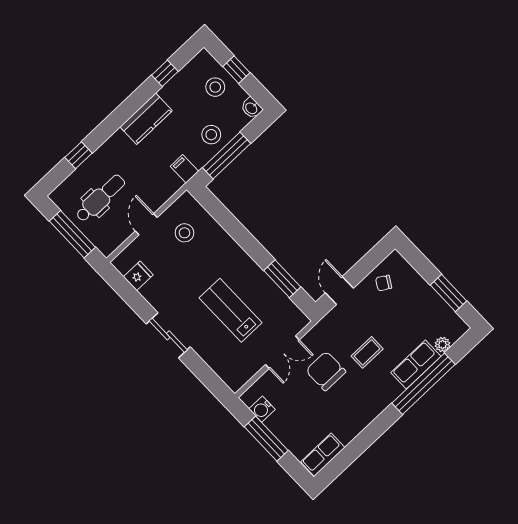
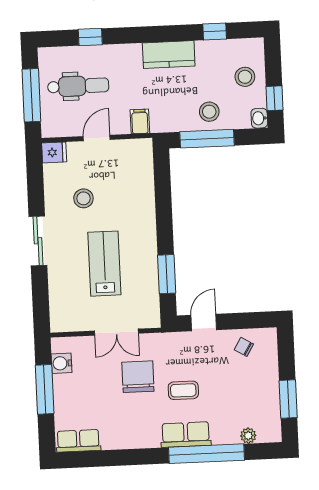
window: (236, 70) -> (275, 98), moved
filing cabinet: (184, 169) -> (140, 121), moved
stool: (185, 233) -> (83, 198), moved
fridge: (138, 276) -> (54, 152), moved
row of seats: (416, 365) -> (186, 435), moved

